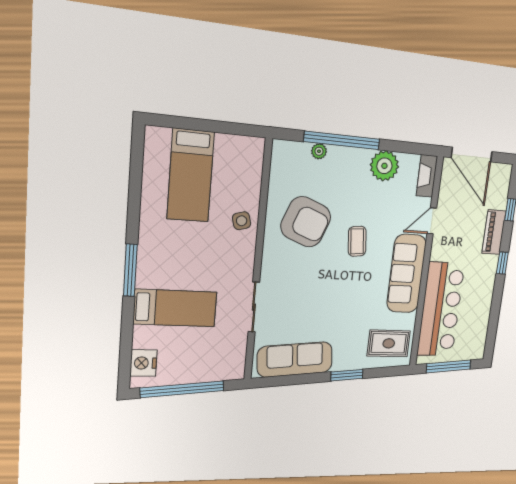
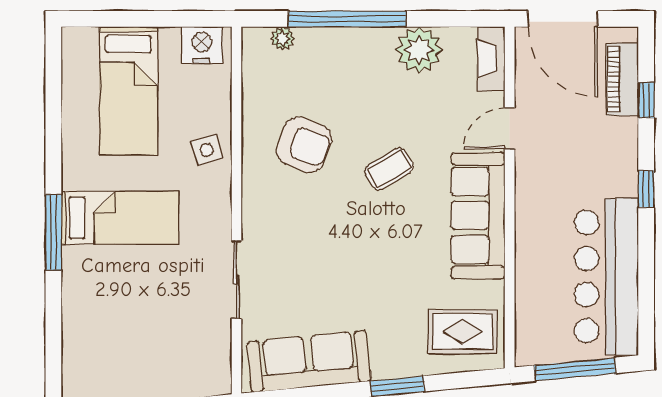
plant: (319, 151) -> (283, 38), moved
armchair: (306, 222) -> (304, 145), width x0.73, depth x0.73
piano: (494, 232) -> (622, 79), moved
coffee table: (357, 241) -> (389, 169), turned 65
bed: (175, 308) -> (120, 218), moved
bar counter: (441, 309) -> (606, 277), moved, turned 180
nightstand: (143, 363) -> (202, 45), moved, turned 90

